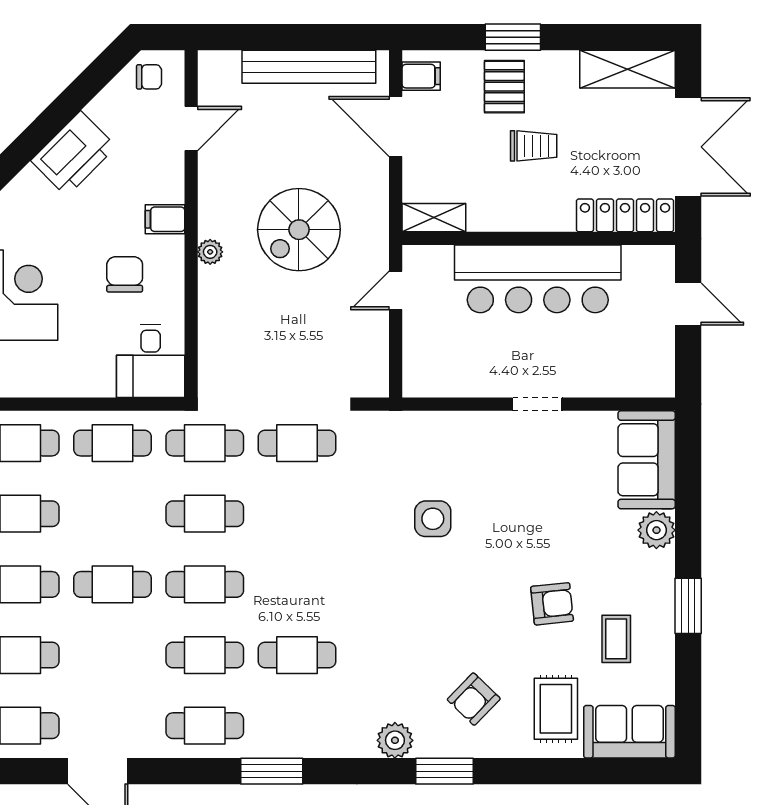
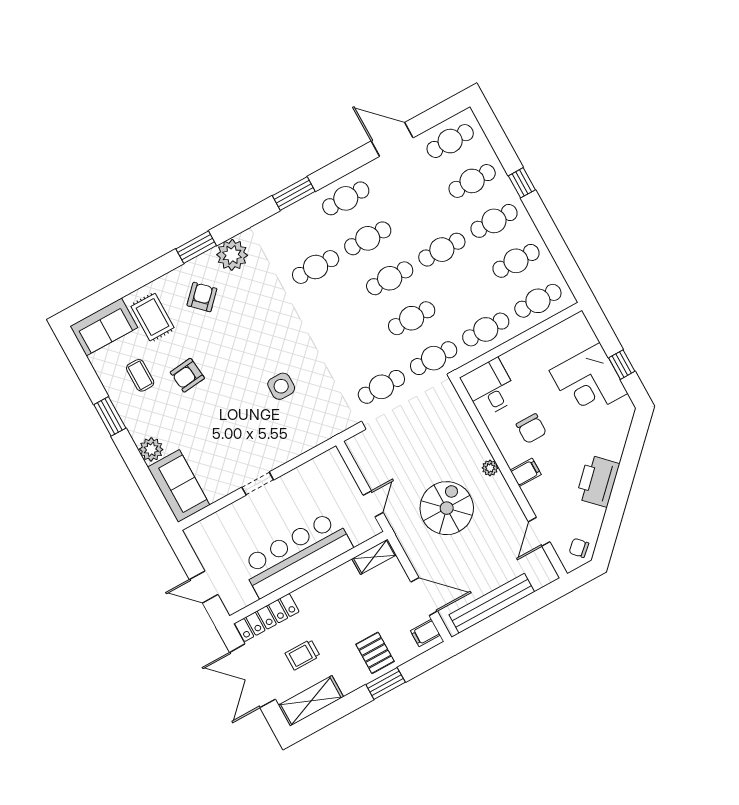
chair: (149, 77) -> (579, 548), turned 48
trolley: (534, 146) -> (303, 655), moved
plant: (395, 740) -> (232, 255), width x1.36, depth x1.36

